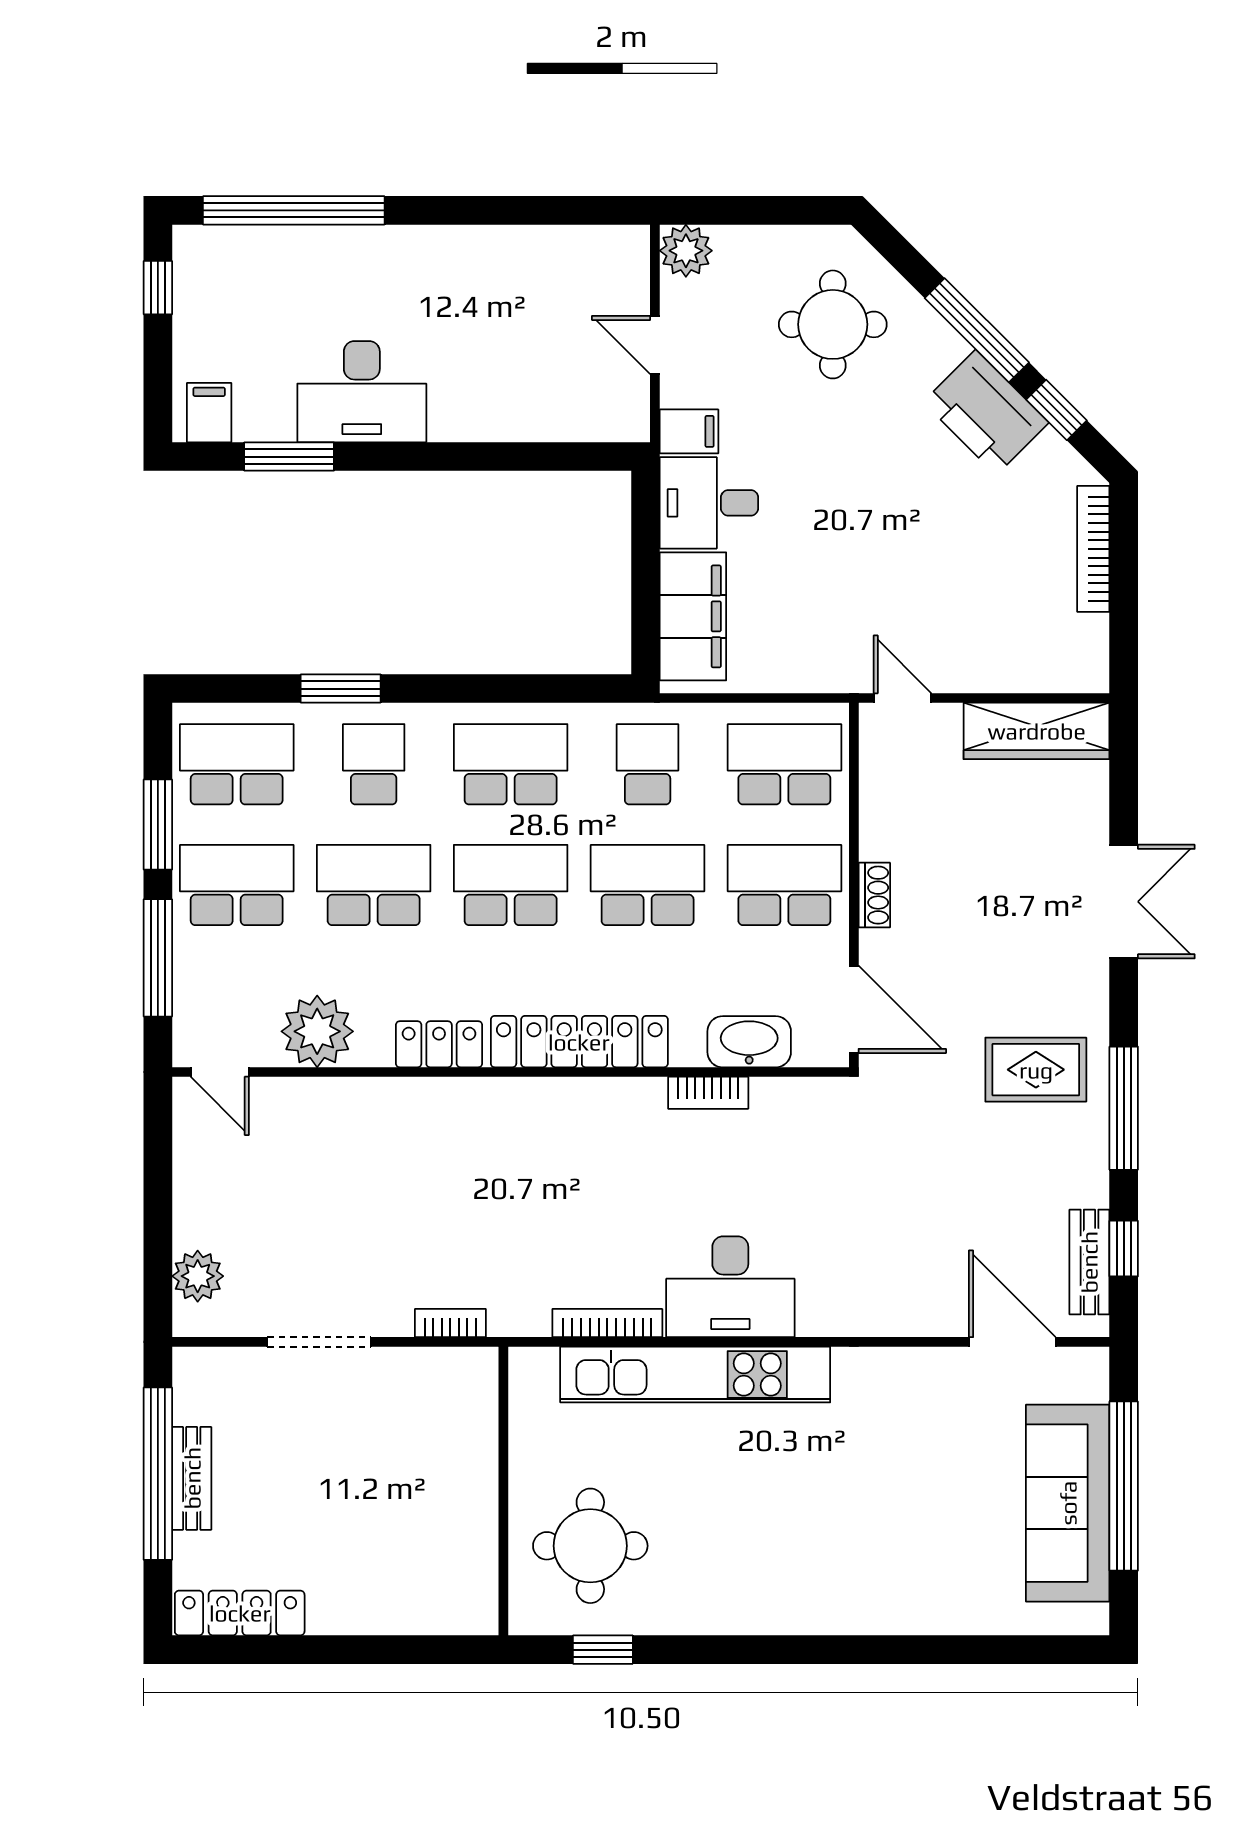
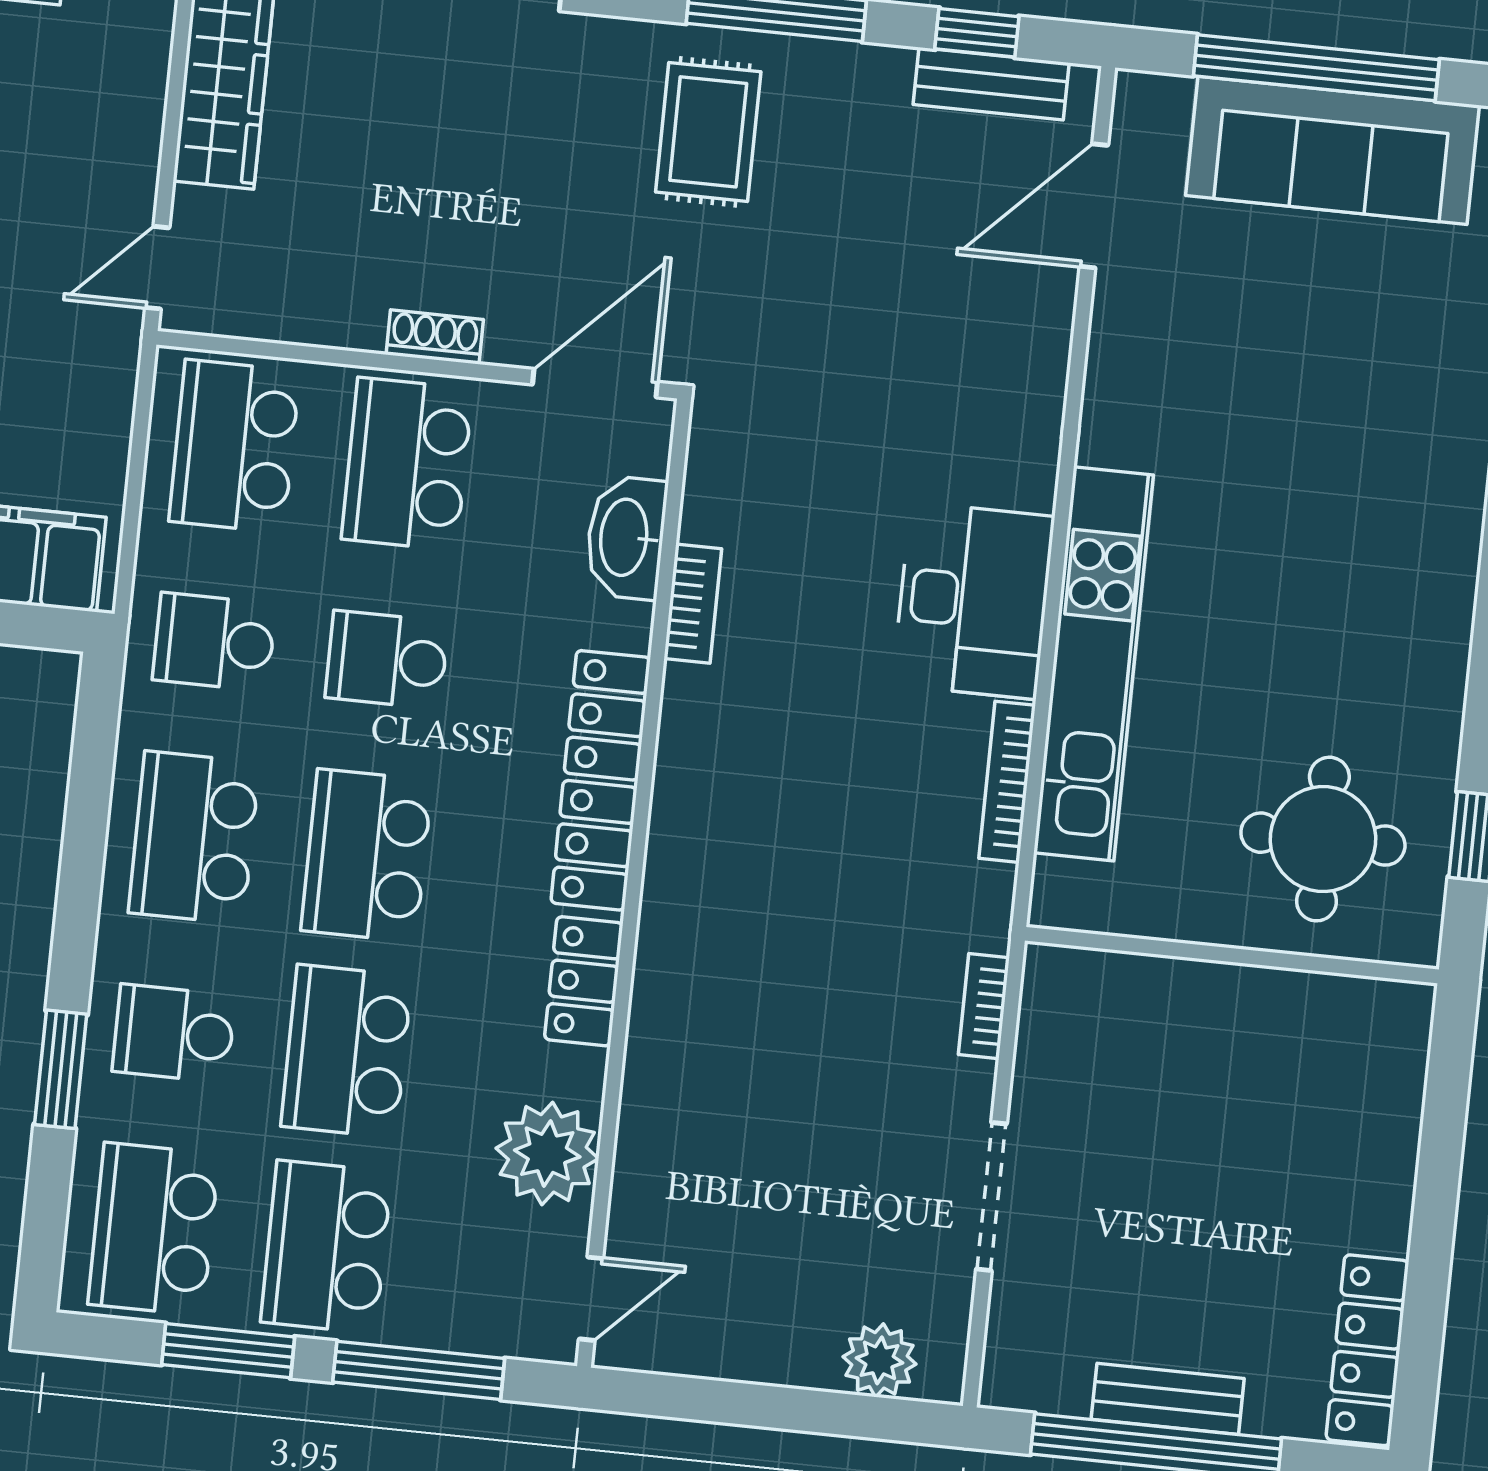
school desk: (648, 885) -> (387, 660), width x0.54

